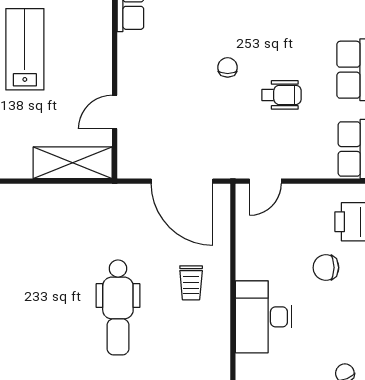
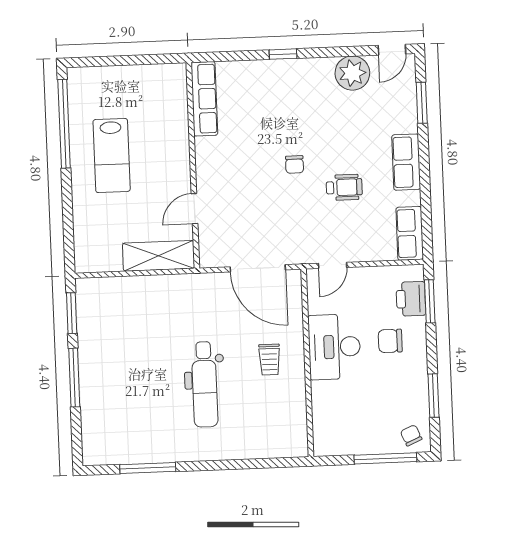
lab bench: (25, 49) -> (112, 155), turned 180
chair: (228, 67) -> (295, 164), turned 180
desk: (264, 317) -> (334, 347), moved

